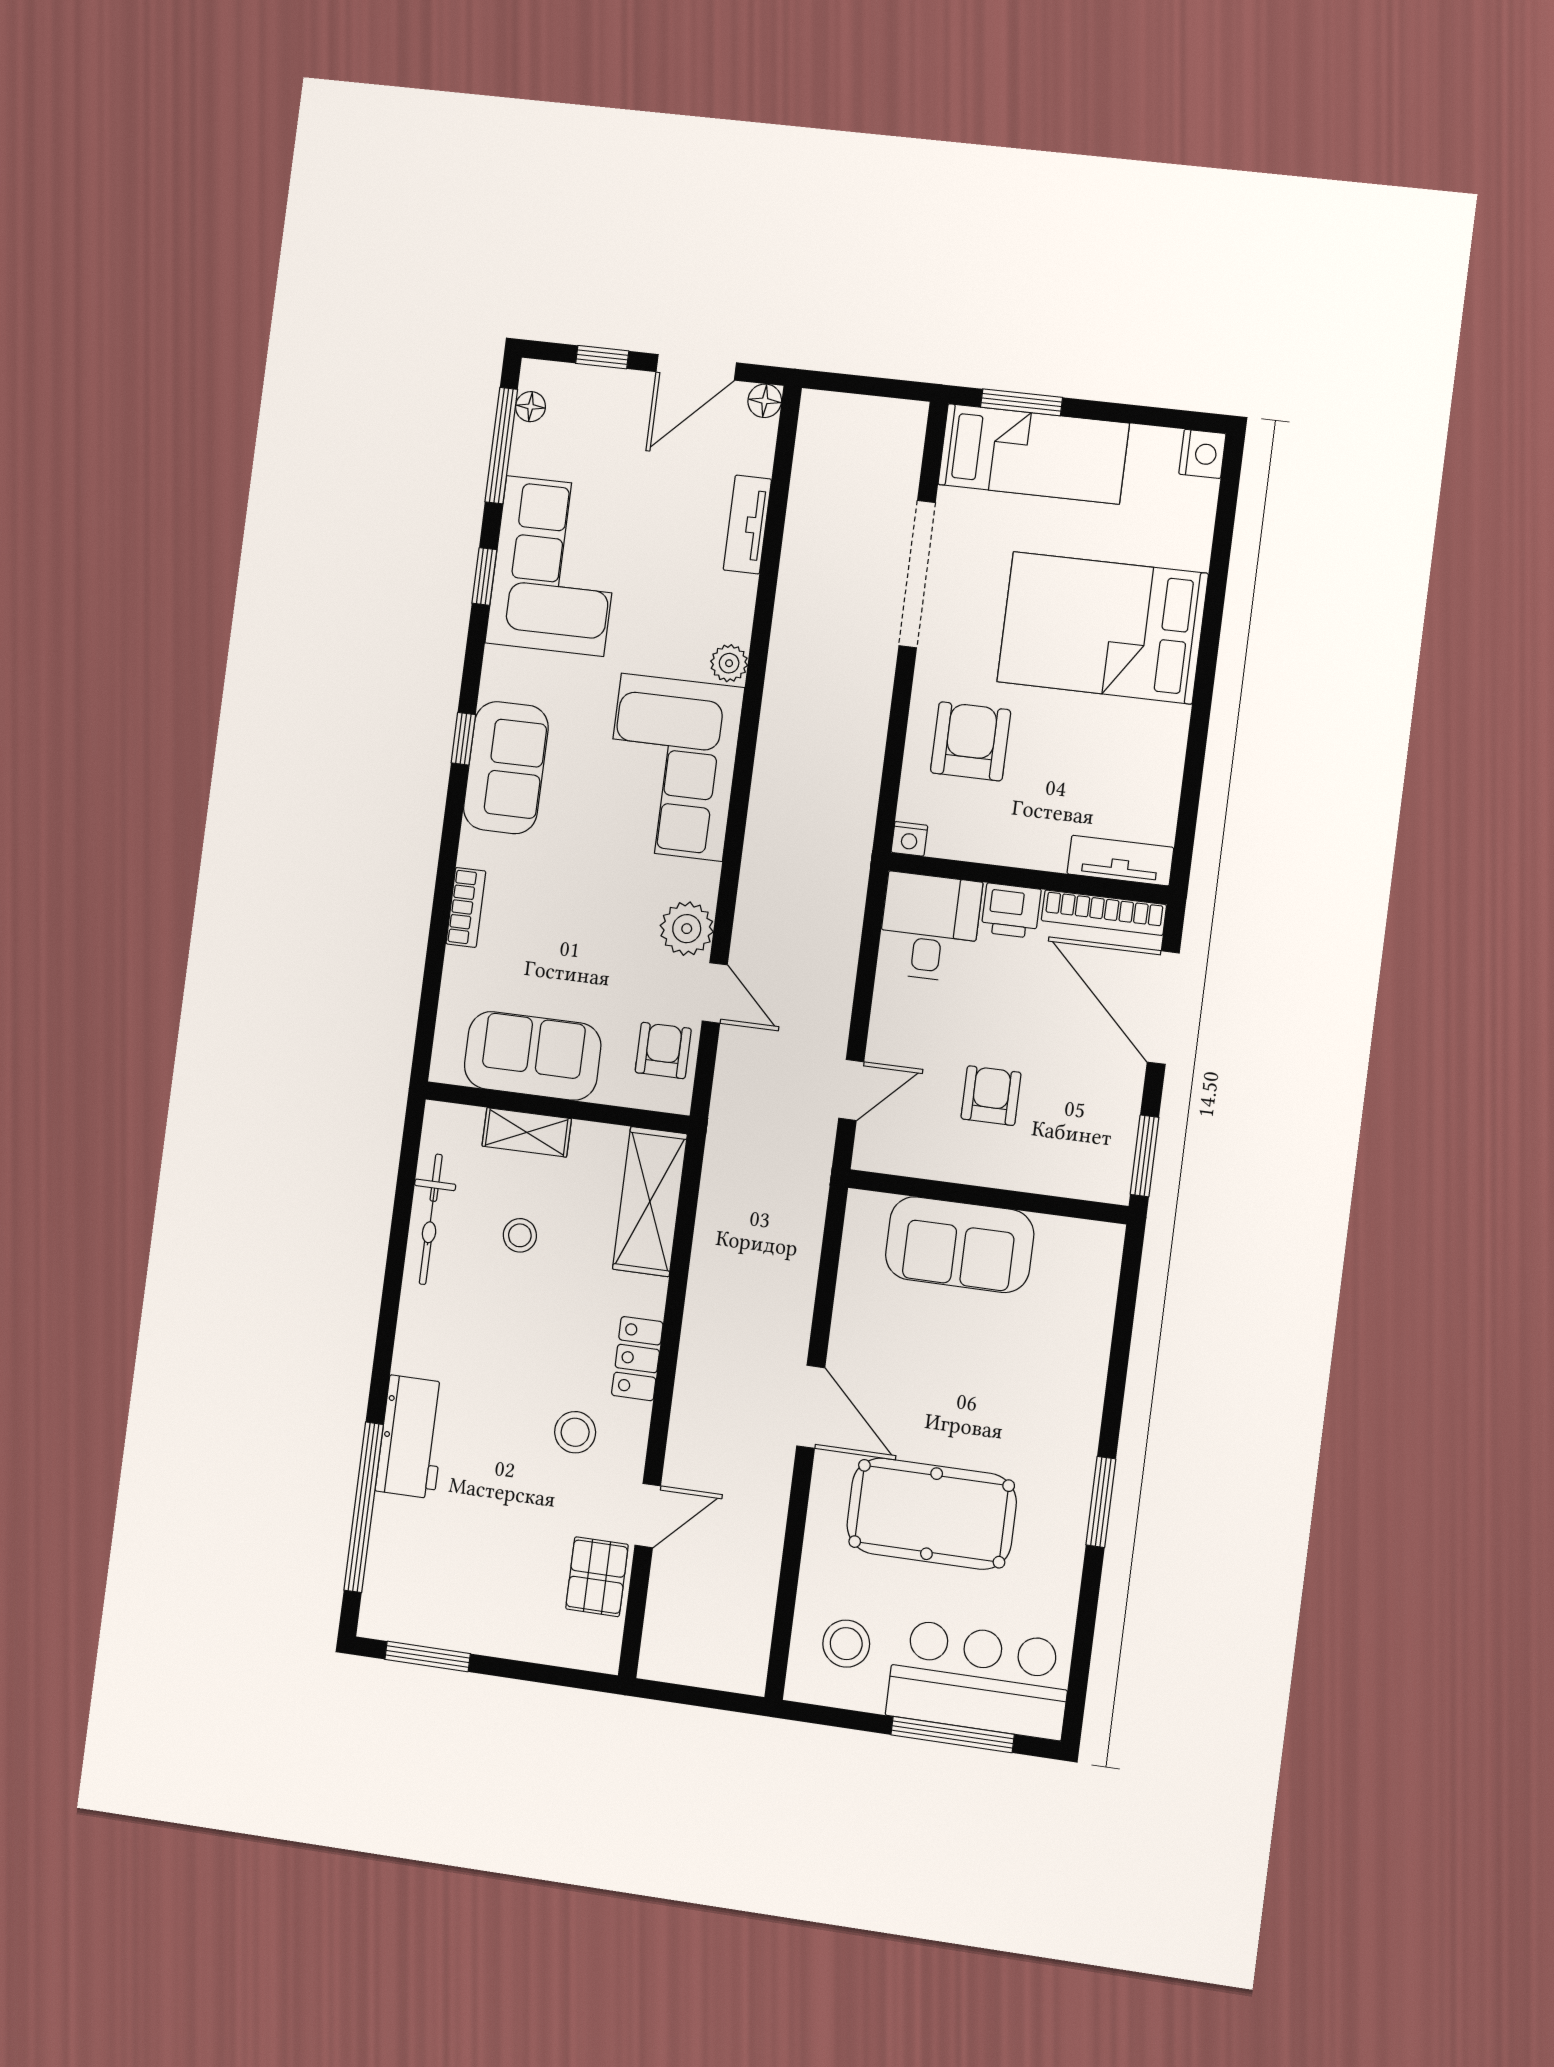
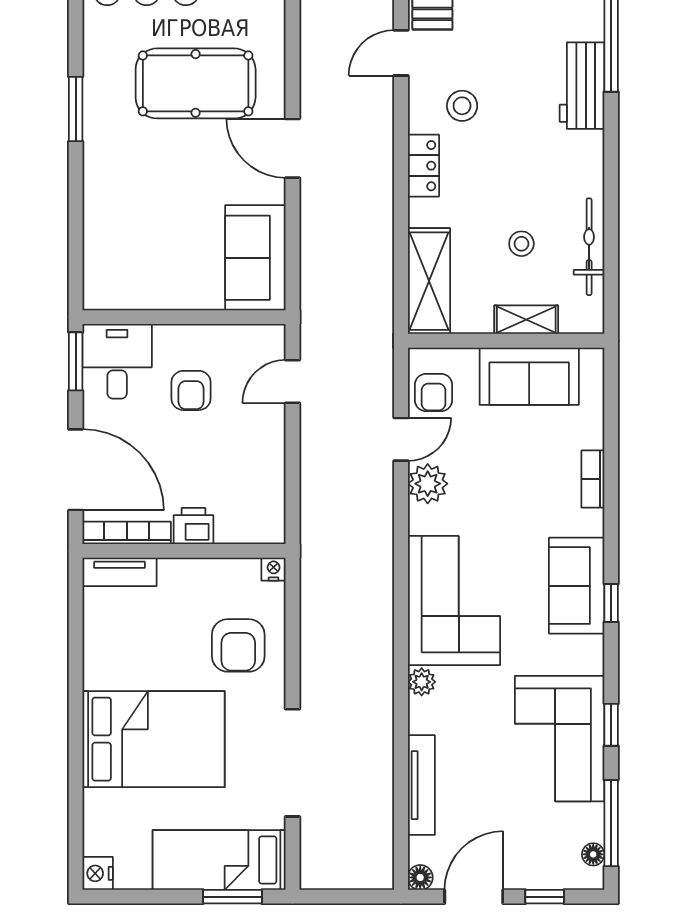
tv unit: (747, 525) -> (421, 785), width x1.41
desk: (929, 927) -> (117, 361), moved, turned 180
door: (715, 993) -> (401, 439), swing flipped
sofa: (960, 1245) -> (255, 258), moved, turned -90

